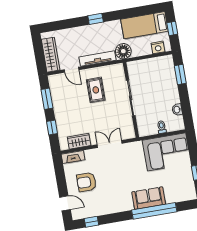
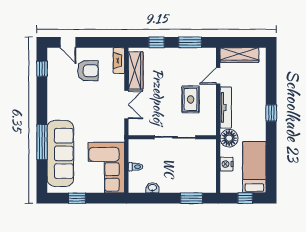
nightstand: (158, 47) -> (227, 164), moved
rug: (96, 90) -> (191, 99), turned 90
wardrobe: (79, 141) -> (136, 70), width x1.50
armchair: (86, 182) -> (88, 71), turned 90
sofa: (149, 198) -> (60, 153), width x1.85, depth x1.27
door: (65, 203) -> (68, 42), hinge flipped
window: (154, 211) -> (42, 142), width x0.68

